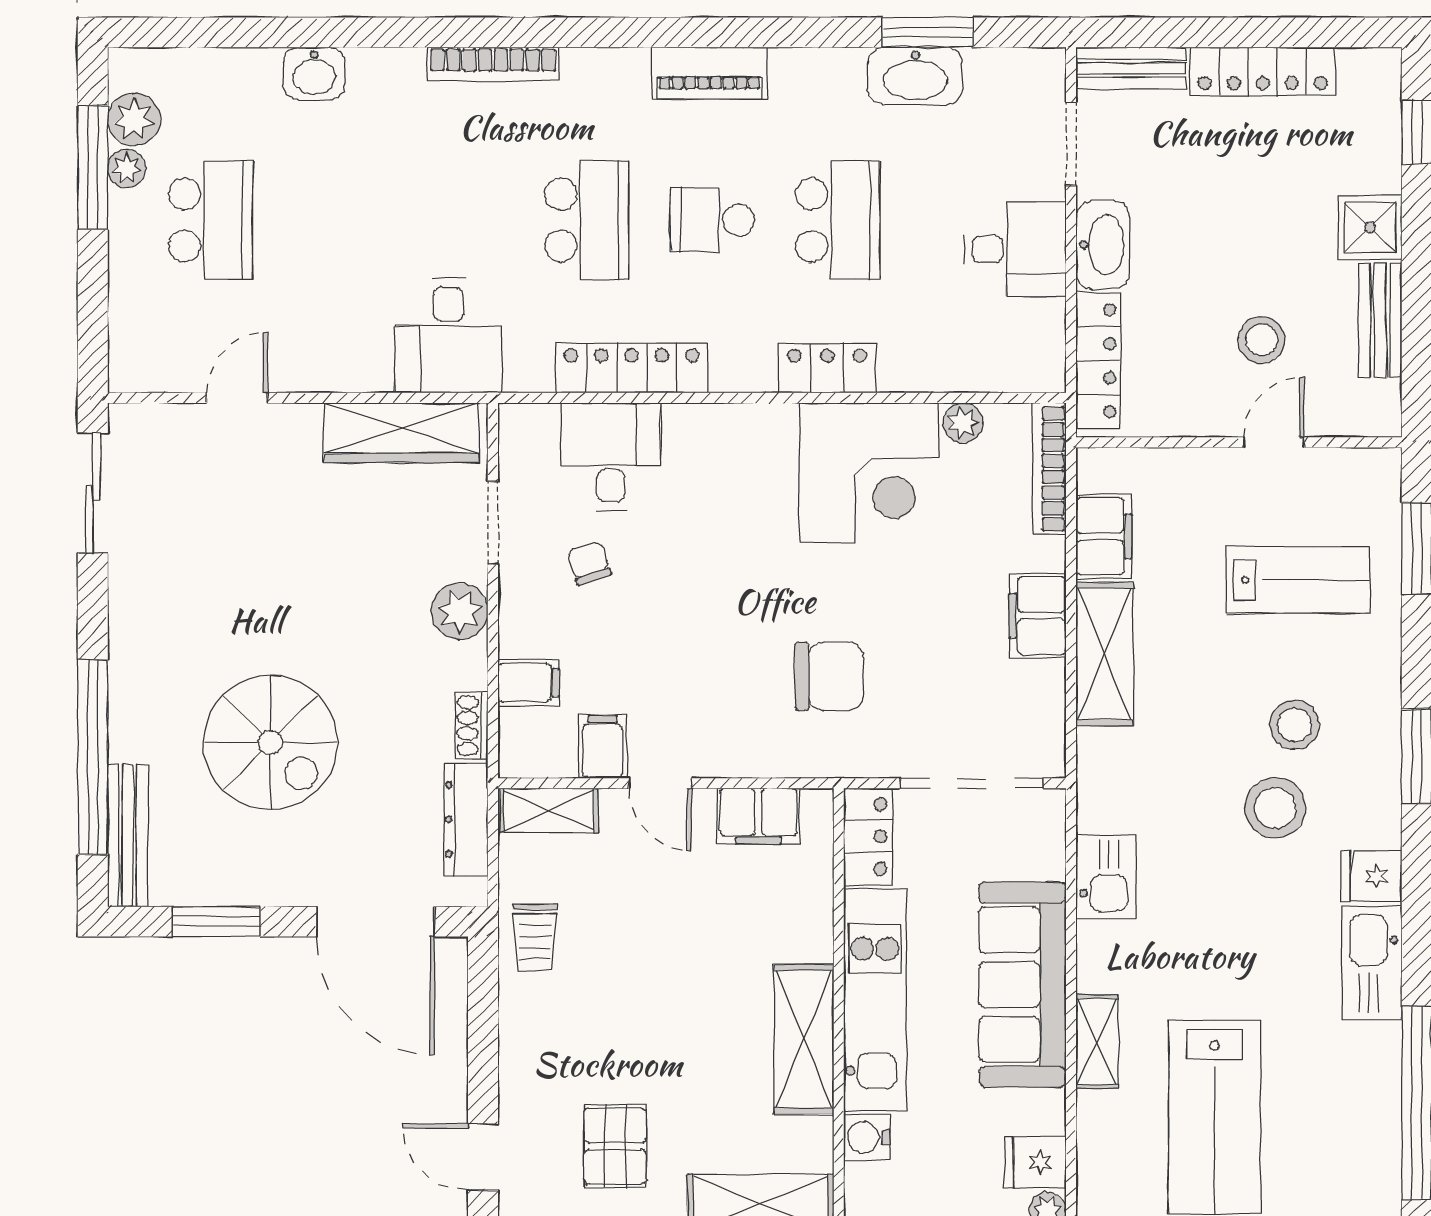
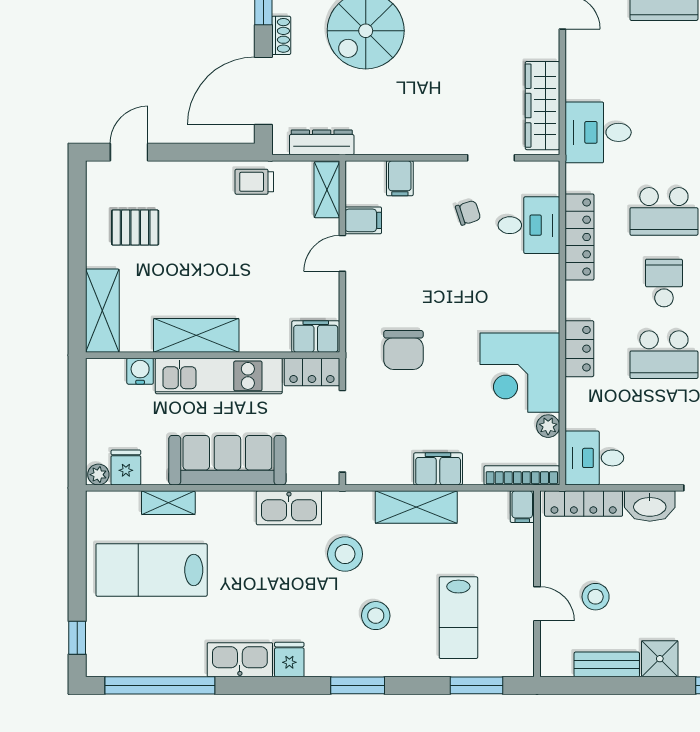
desk: (1015, 249) -> (594, 458), moved, turned 90
filing cabinet: (1104, 536) -> (522, 507), moved, width x0.50
plant: (460, 611) -> (441, 139), removed
shoe rack: (472, 726) -> (281, 35), moved, turned 90
stool: (1275, 808) -> (345, 554), moved
filing cabinet: (758, 816) -> (316, 337), moved, turned 90
kitchen sink: (1106, 877) -> (289, 508), width x1.38
shelving: (1097, 1042) -> (168, 503), moved

